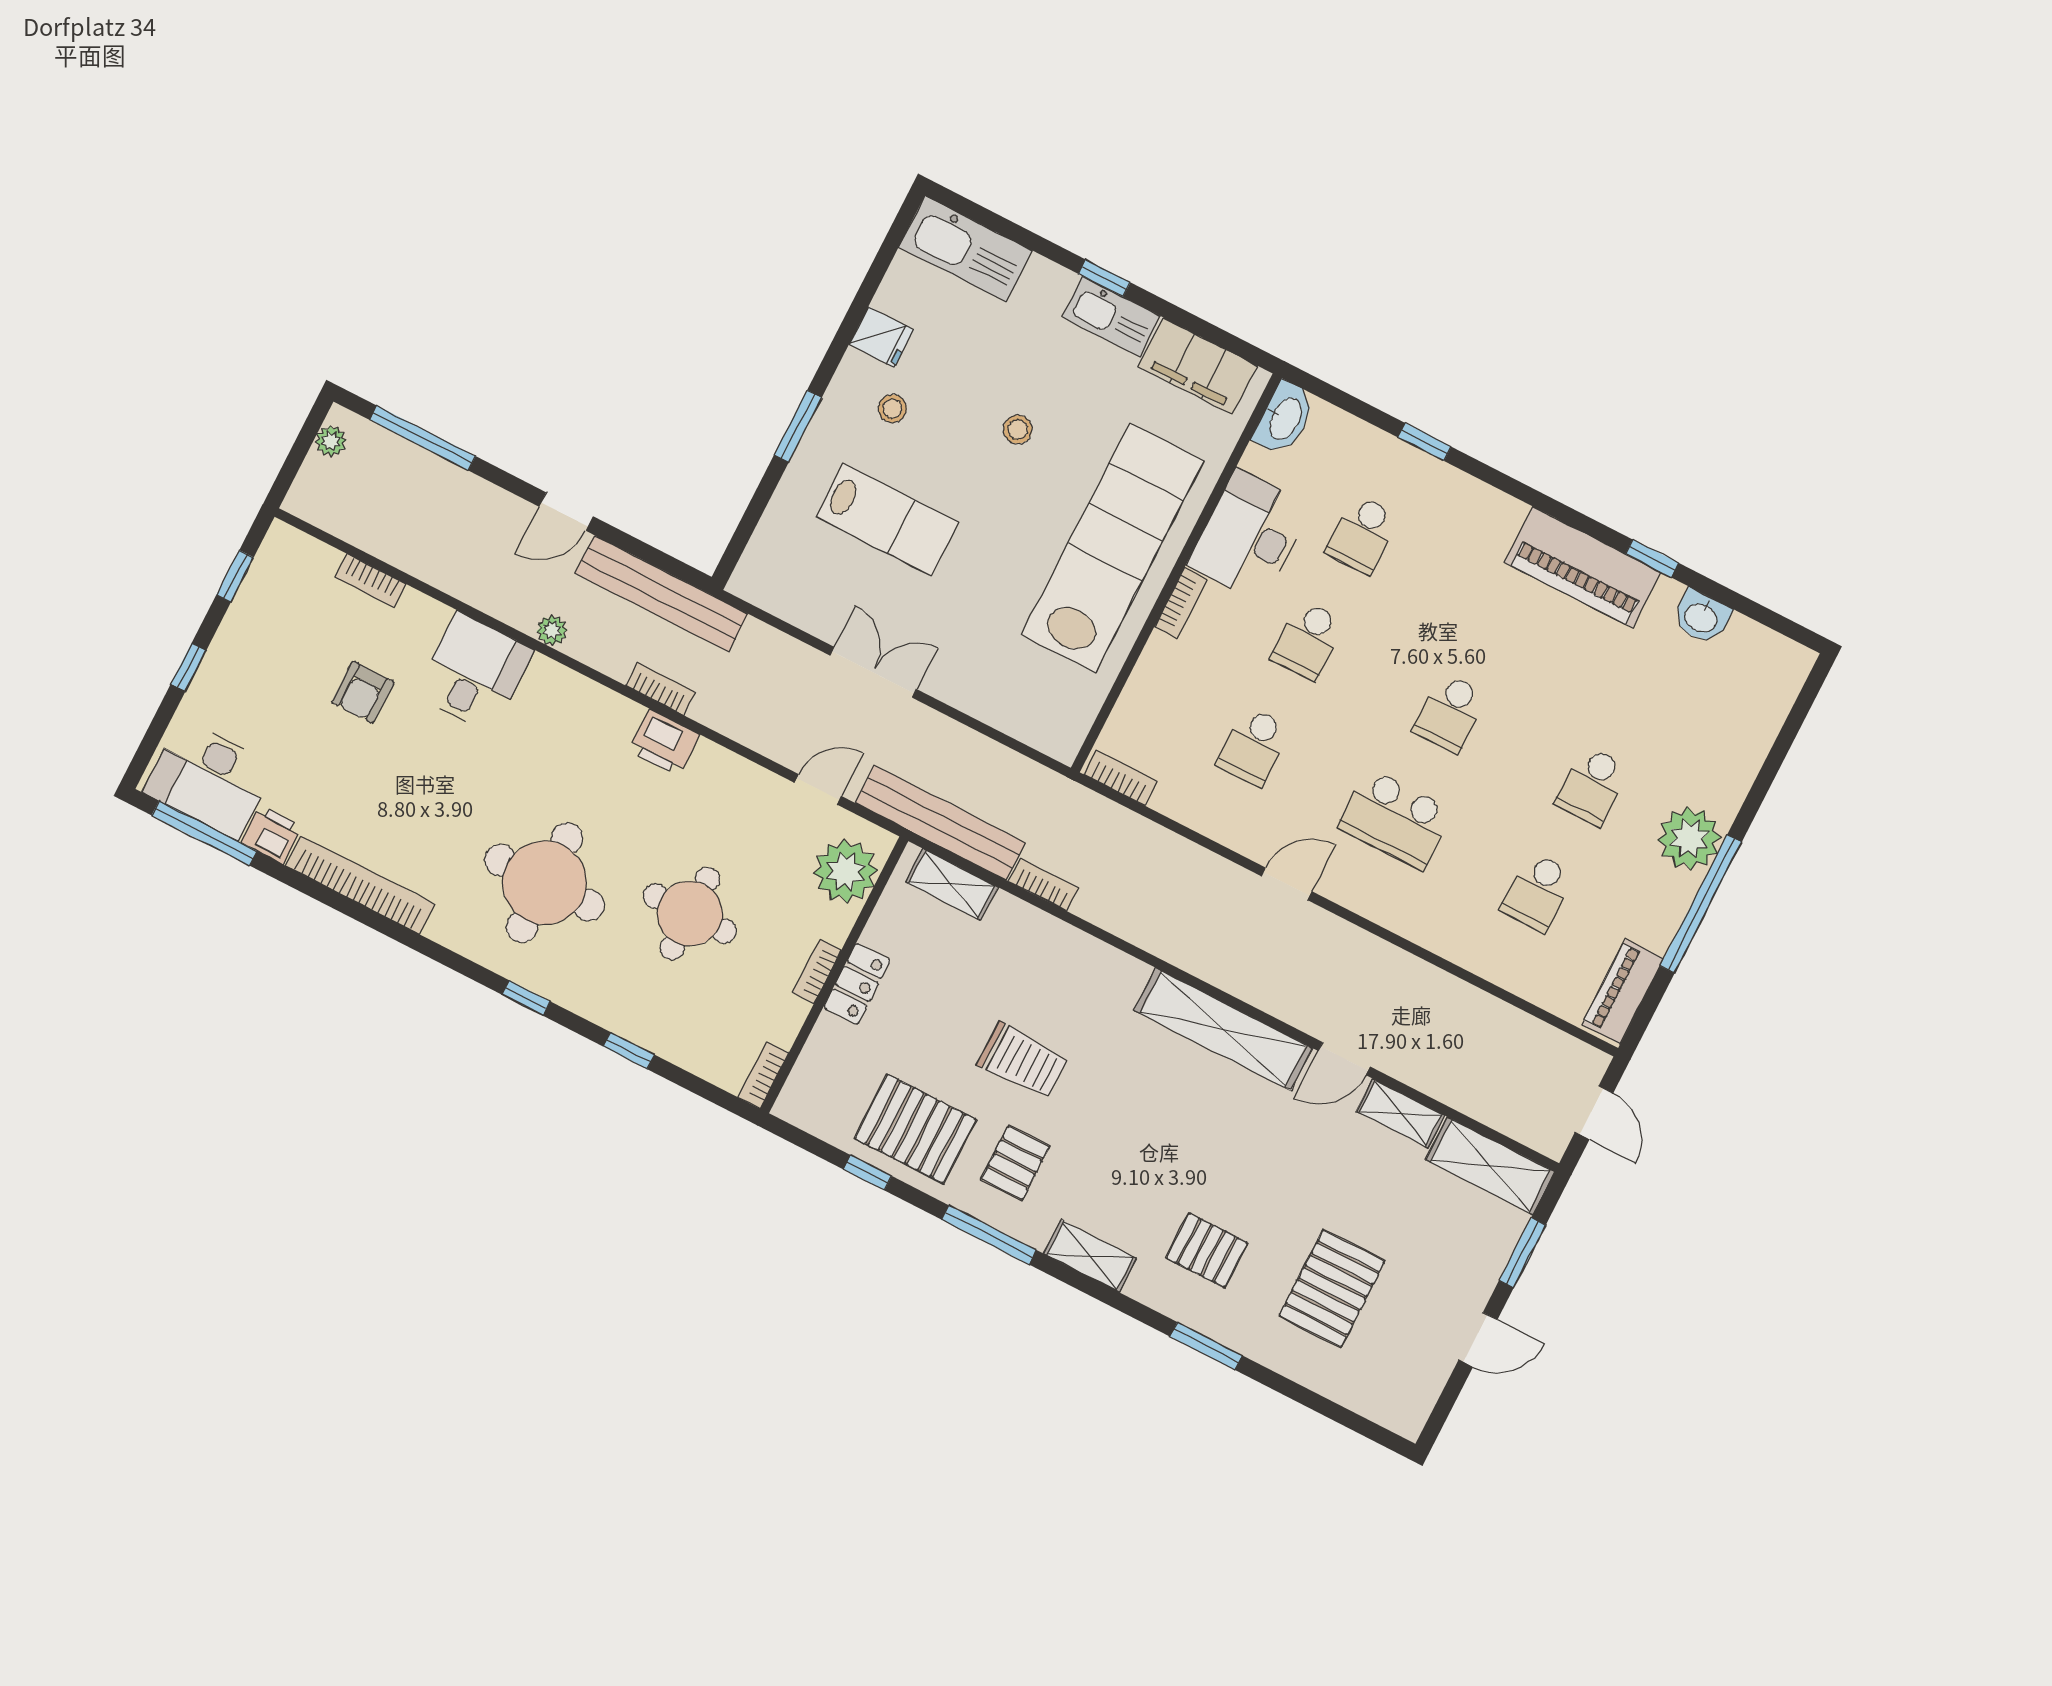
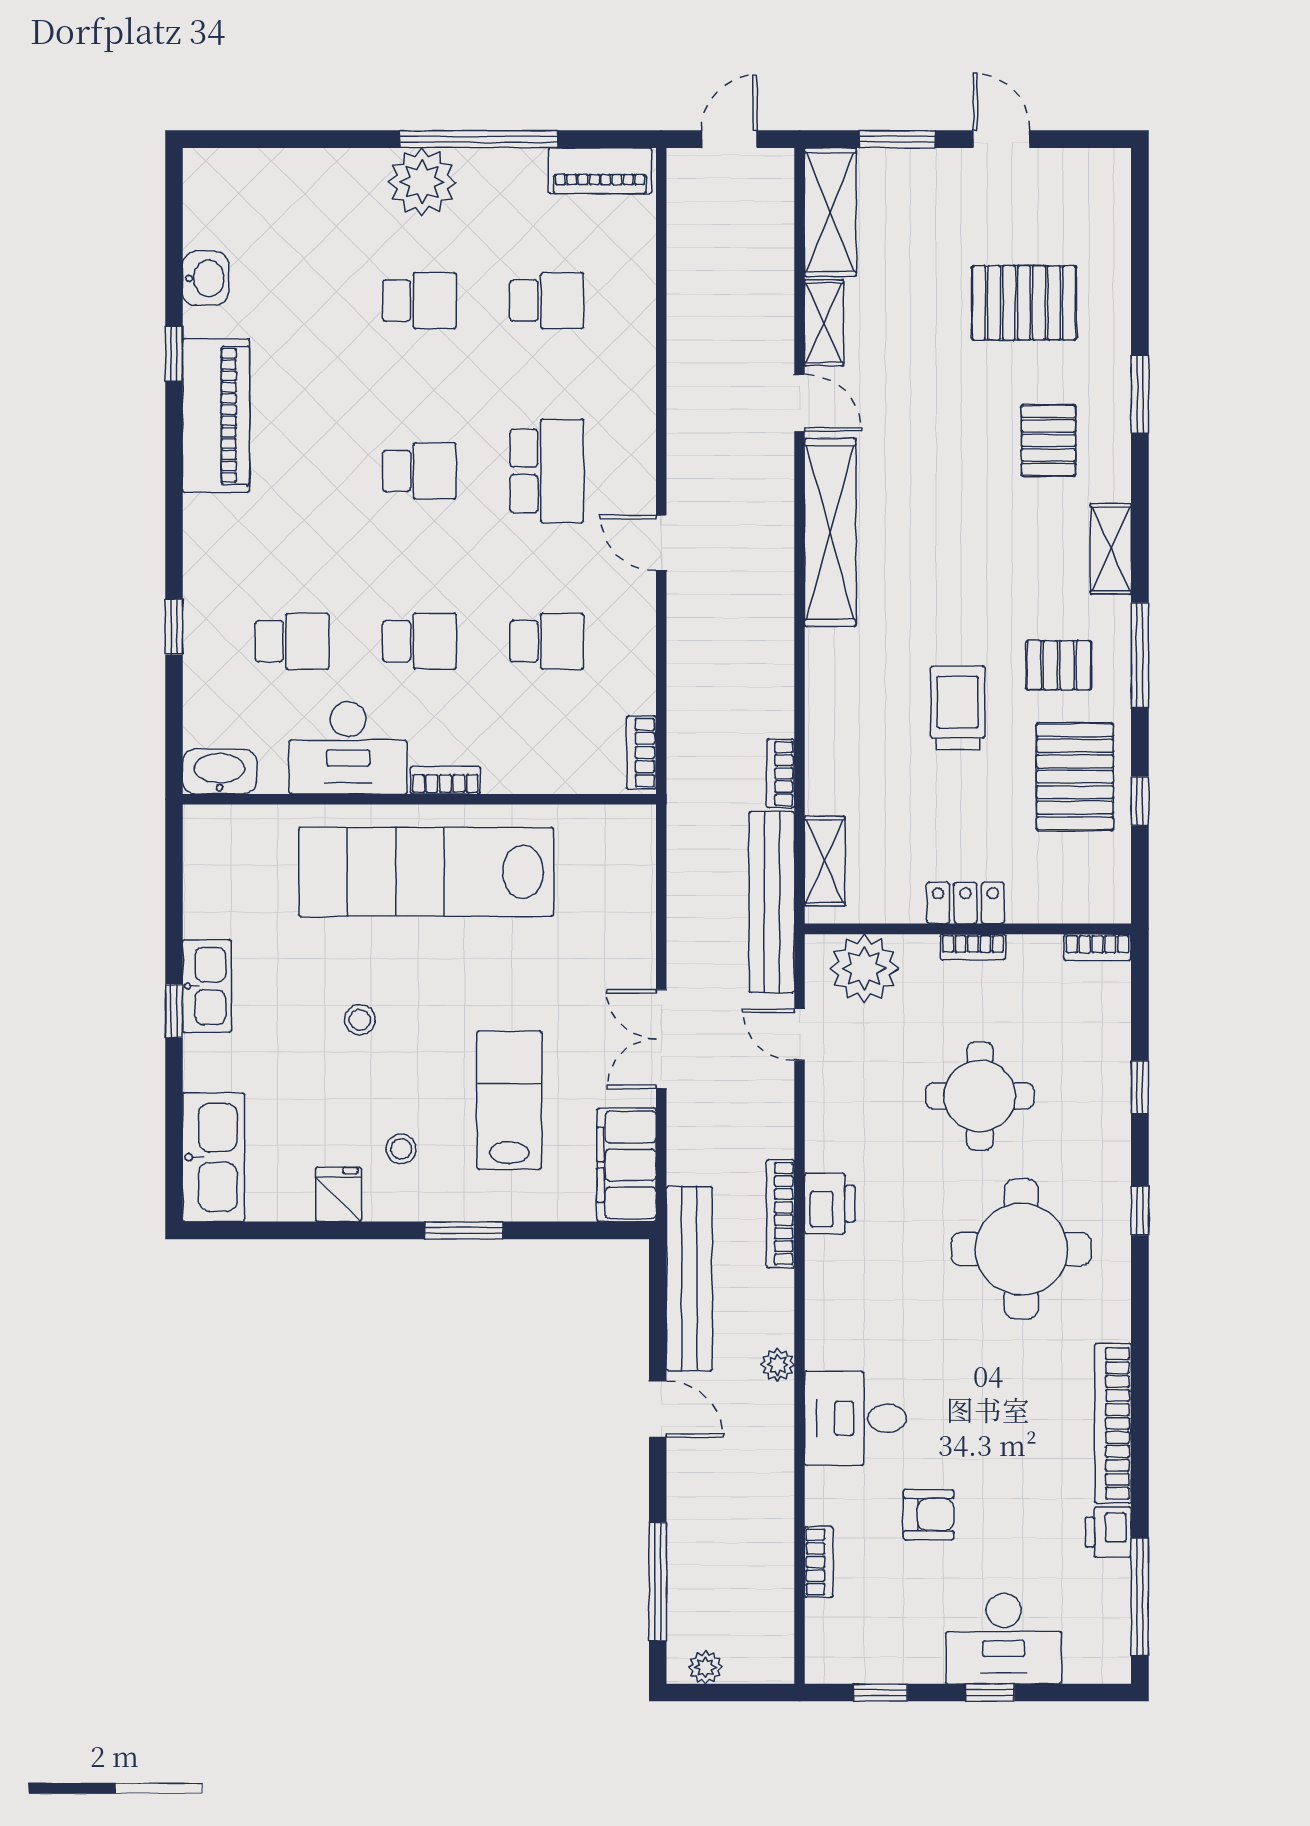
filing cabinet: (1198, 366) -> (627, 1165), moved, turned 180
bookcase: (661, 689) -> (780, 1214), width x1.56
desk: (209, 779) -> (1004, 1639), moved, turned 90

